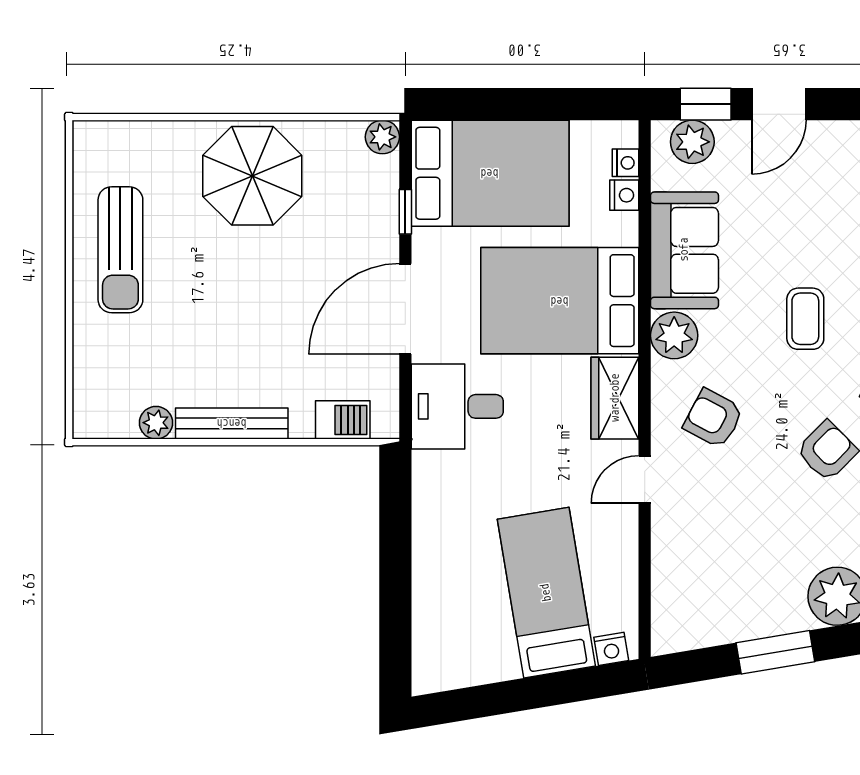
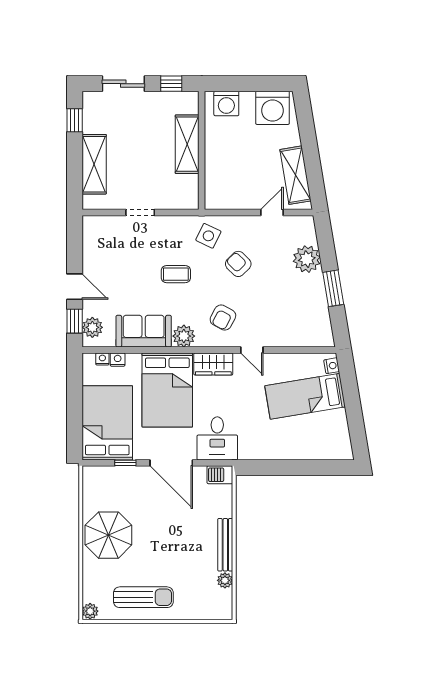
plant: (382, 137) -> (90, 611), moved
barbecue: (343, 420) -> (220, 475), moved, turned -90

